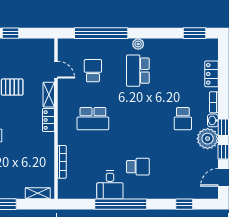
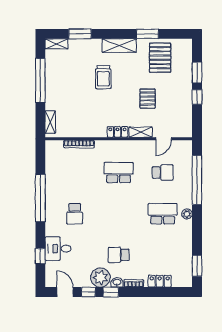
school desk: (93, 119) -> (119, 173), turned 90
desk: (110, 185) -> (58, 249), moved

